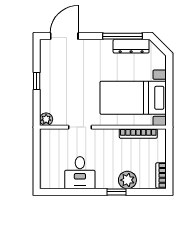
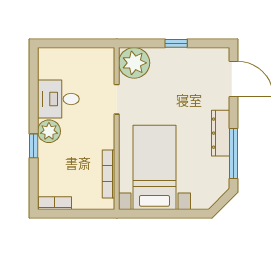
dresser: (131, 46) -> (221, 133), moved
plant: (46, 119) -> (134, 63), width x1.87, depth x1.87
plant: (127, 180) -> (49, 131), moved

